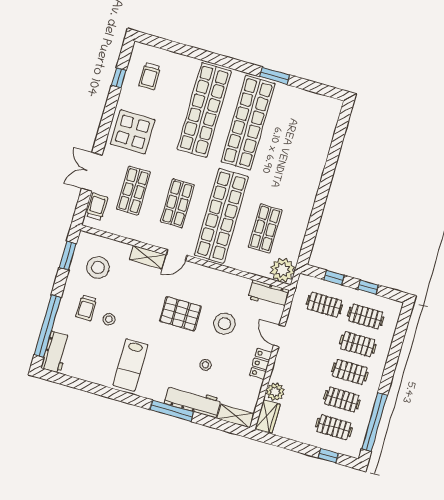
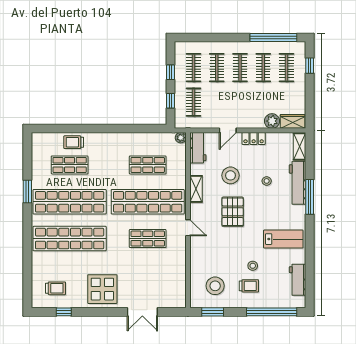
shop shelf: (133, 191) -> (70, 165), moved
trolley: (97, 207) -> (74, 142), moved
shelving: (147, 257) -> (196, 189), moved
plant: (283, 270) -> (181, 138), width x0.53, depth x0.53
workbench: (56, 352) -> (298, 280), moved, turned -90

